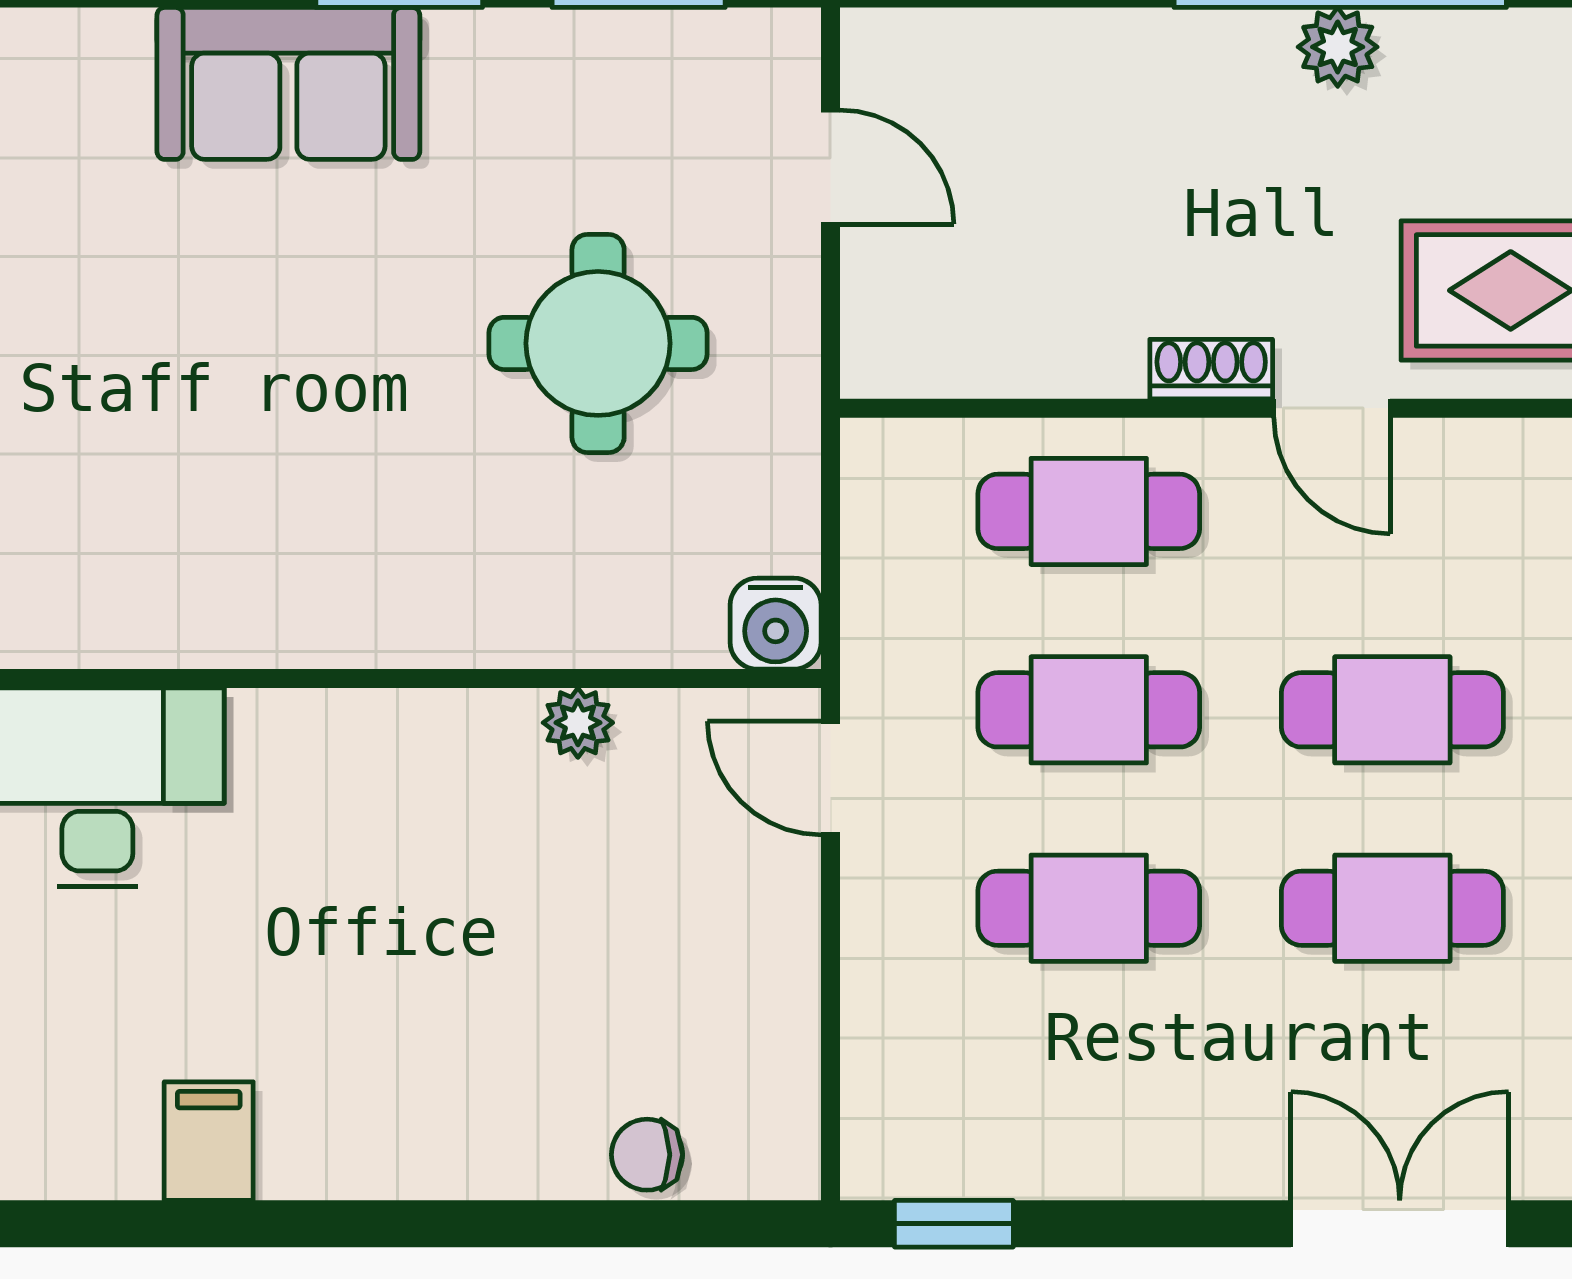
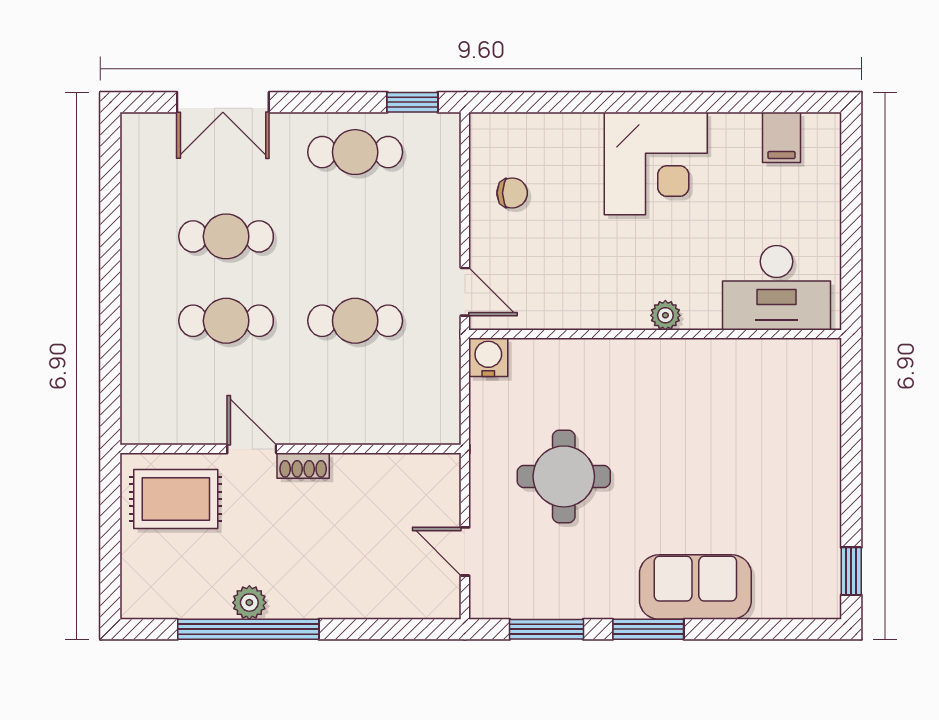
cafe table: (1089, 511) -> (355, 405), removed
plant: (578, 723) -> (665, 315), moved
cafe table: (1089, 908) -> (355, 152), moved
corner desk: (382, 1080) -> (656, 164), added
filing cabinet: (209, 1141) -> (782, 137), moved
chair: (647, 1155) -> (512, 193), moved

